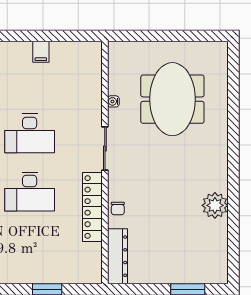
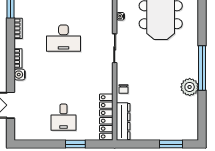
window: (233, 178) -> (202, 68), added
desk: (30, 192) -> (63, 117), moved, width x0.73
locker: (92, 207) -> (106, 117), moved

